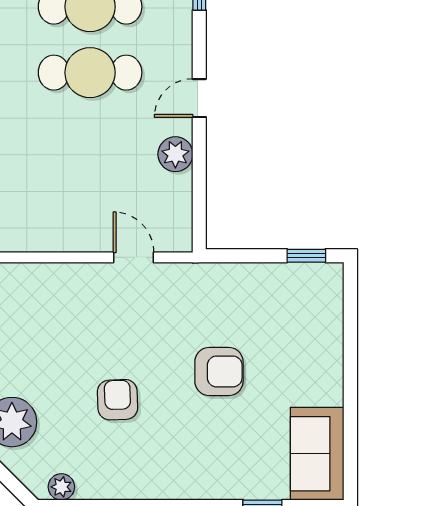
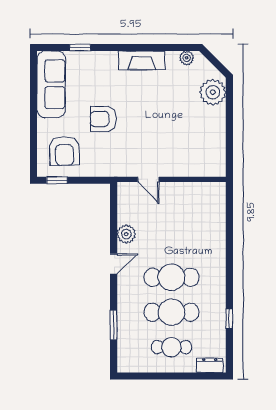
armchair: (118, 400) -> (64, 151), moved, width x1.38, depth x1.38
sofa: (317, 454) -> (51, 84), width x1.36
fireplace: (146, 482) -> (142, 60), added

